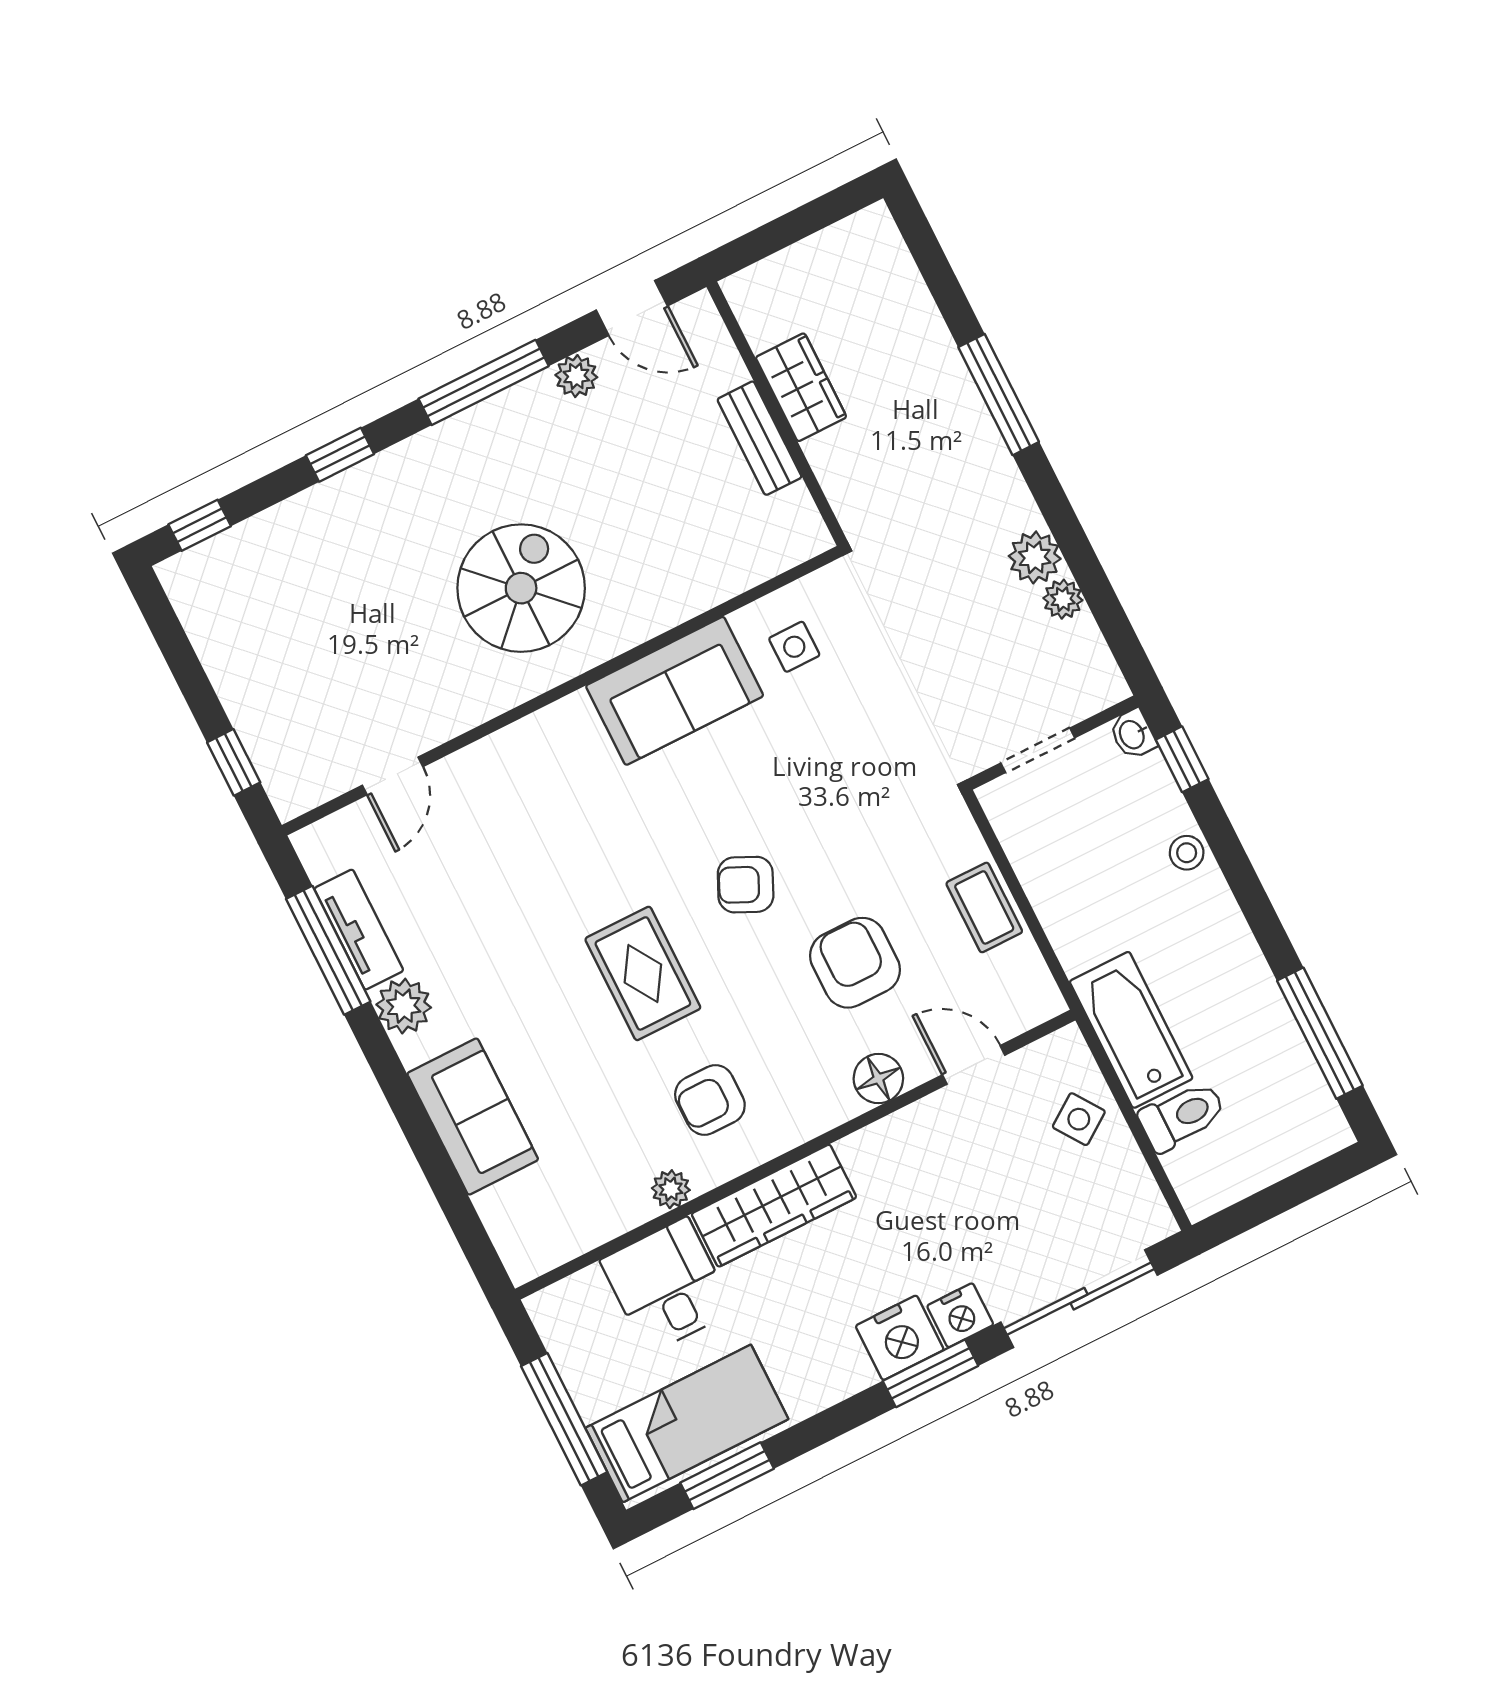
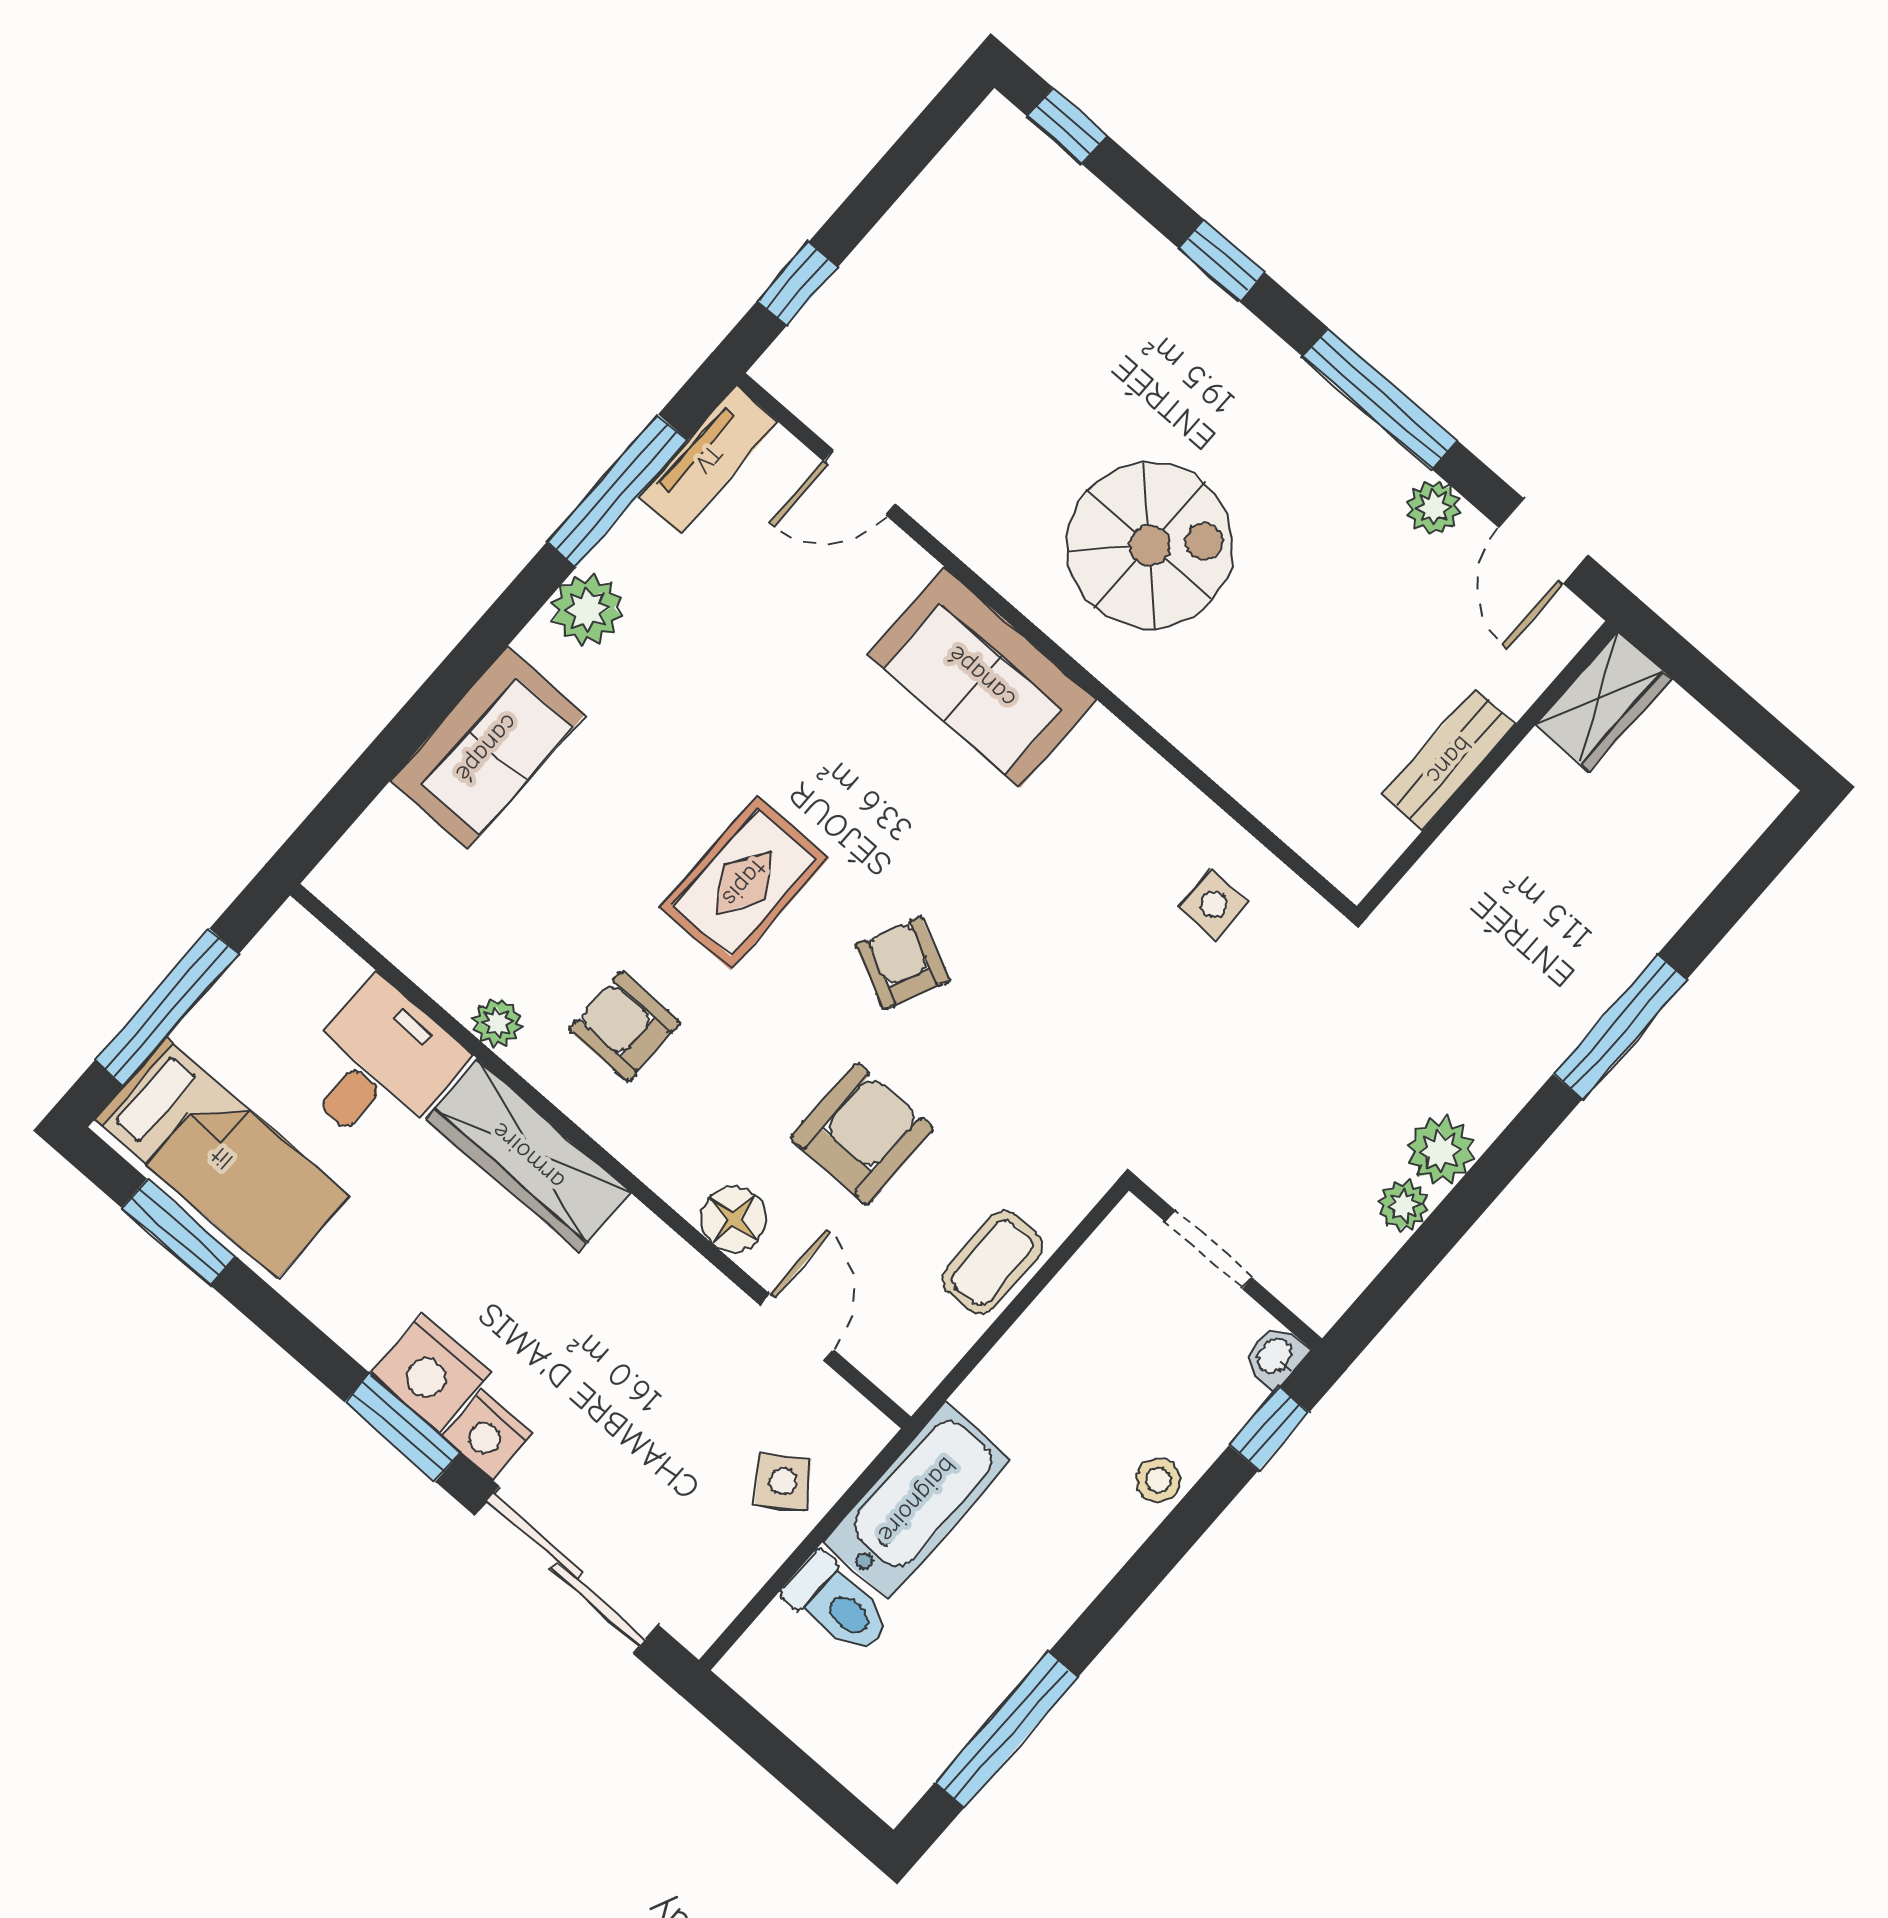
wardrobe: (801, 387) -> (1603, 701), moved
sofa: (675, 691) -> (982, 677), moved
tv unit: (359, 930) -> (708, 459), moved

